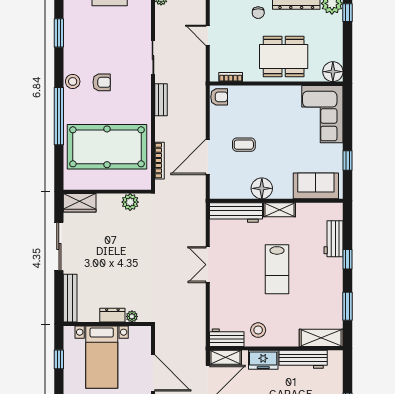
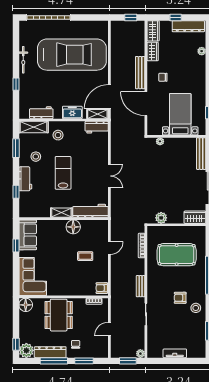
door: (208, 35) -> (109, 329), swing flipped
dining table: (284, 56) -> (59, 315), turned 90
stool: (73, 81) -> (196, 308), moved
pool table: (107, 147) -> (177, 255), width x0.73, depth x0.76
door: (208, 157) -> (109, 248), width x0.53
sofa: (316, 186) -> (28, 235), moved, turned -90
workbench: (334, 239) -> (25, 179), moved
window: (347, 259) -> (16, 192), moved
stool: (318, 294) -> (36, 157), added
dresser: (112, 315) -> (173, 142), removed
stool: (258, 330) -> (58, 135), moved
workbench: (303, 359) -> (41, 113), width x0.73

